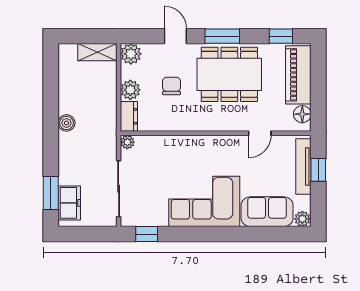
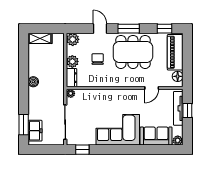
shelving: (97, 52) -> (40, 38), moved

